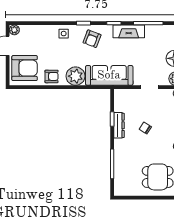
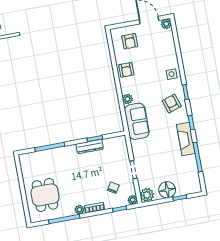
armchair: (92, 39) -> (172, 103), turned 51
armchair: (25, 68) -> (130, 41), width x0.53, depth x0.53
sofa: (109, 75) -> (137, 121), width x0.73
plant: (75, 76) -> (128, 99), width x0.53, depth x0.53
chair: (145, 128) -> (113, 188), moved

